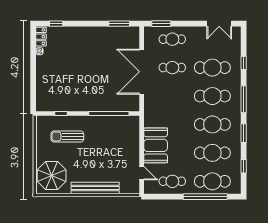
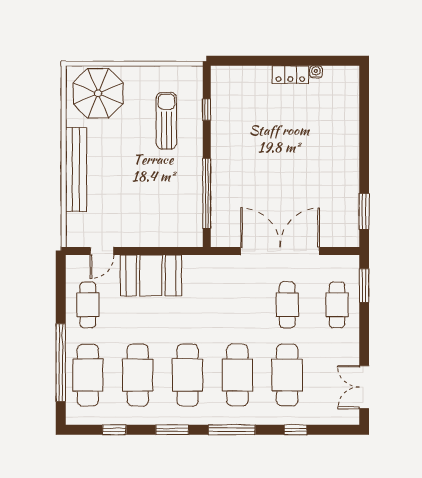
window: (56, 24) -> (364, 101), removed
locker: (41, 37) -> (290, 75), moved

